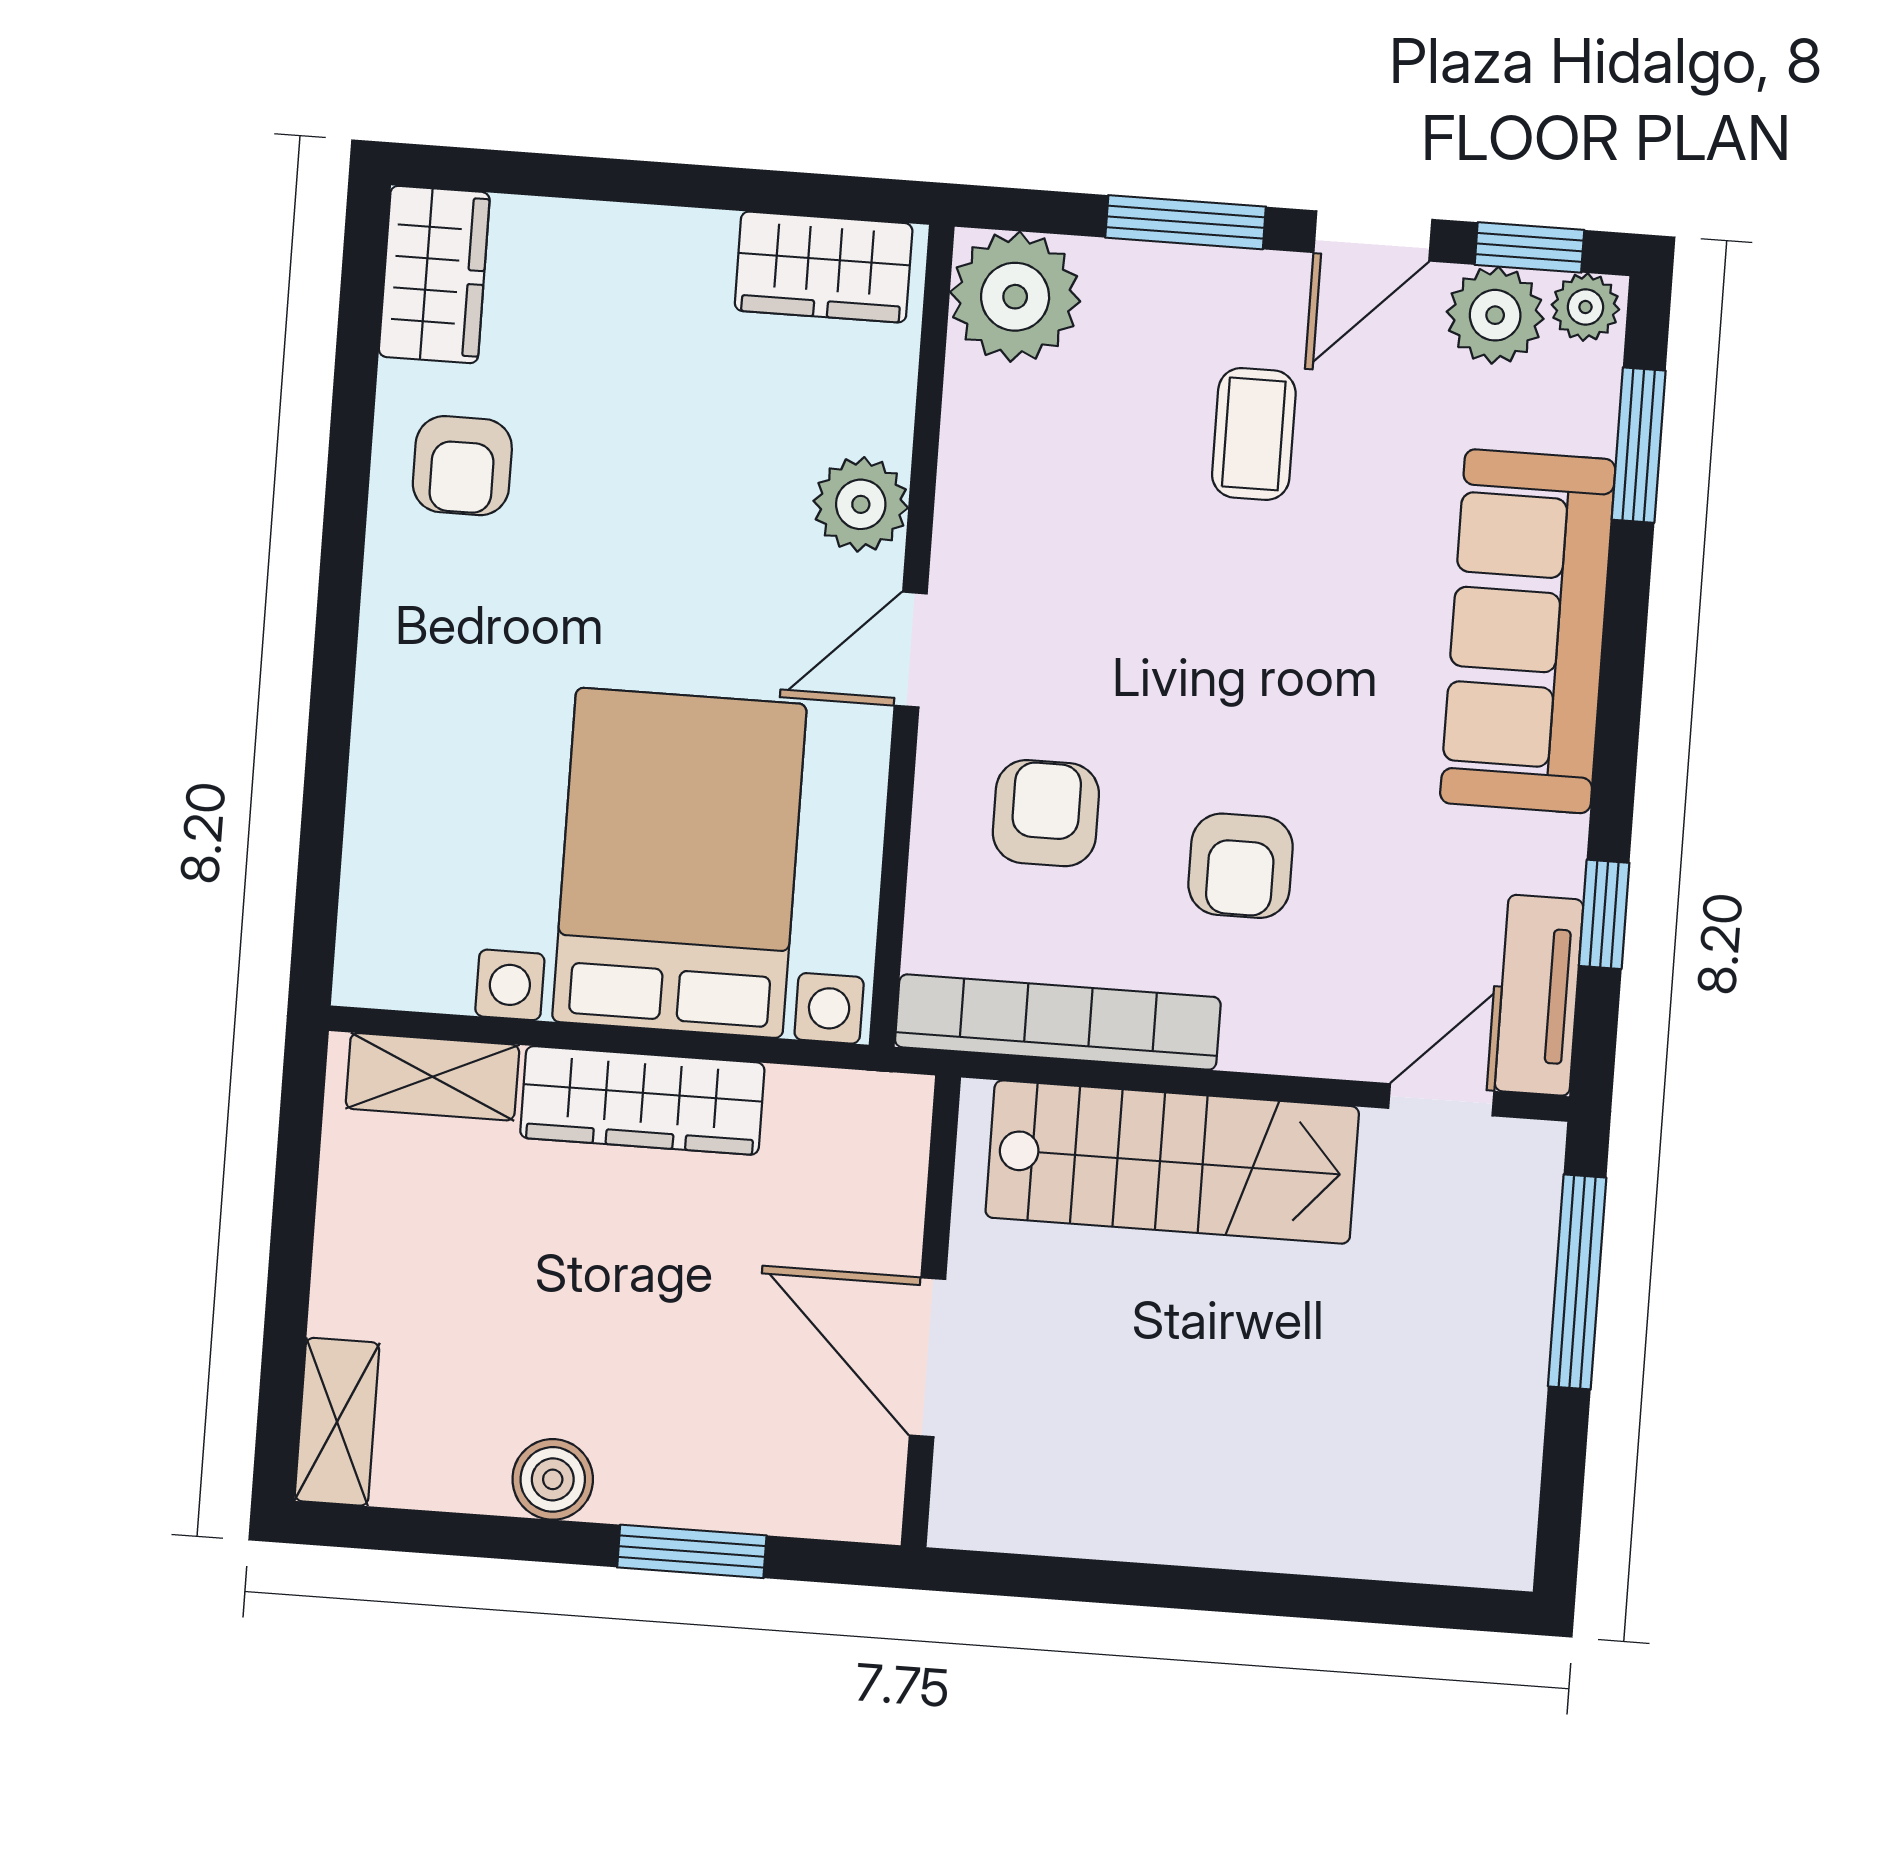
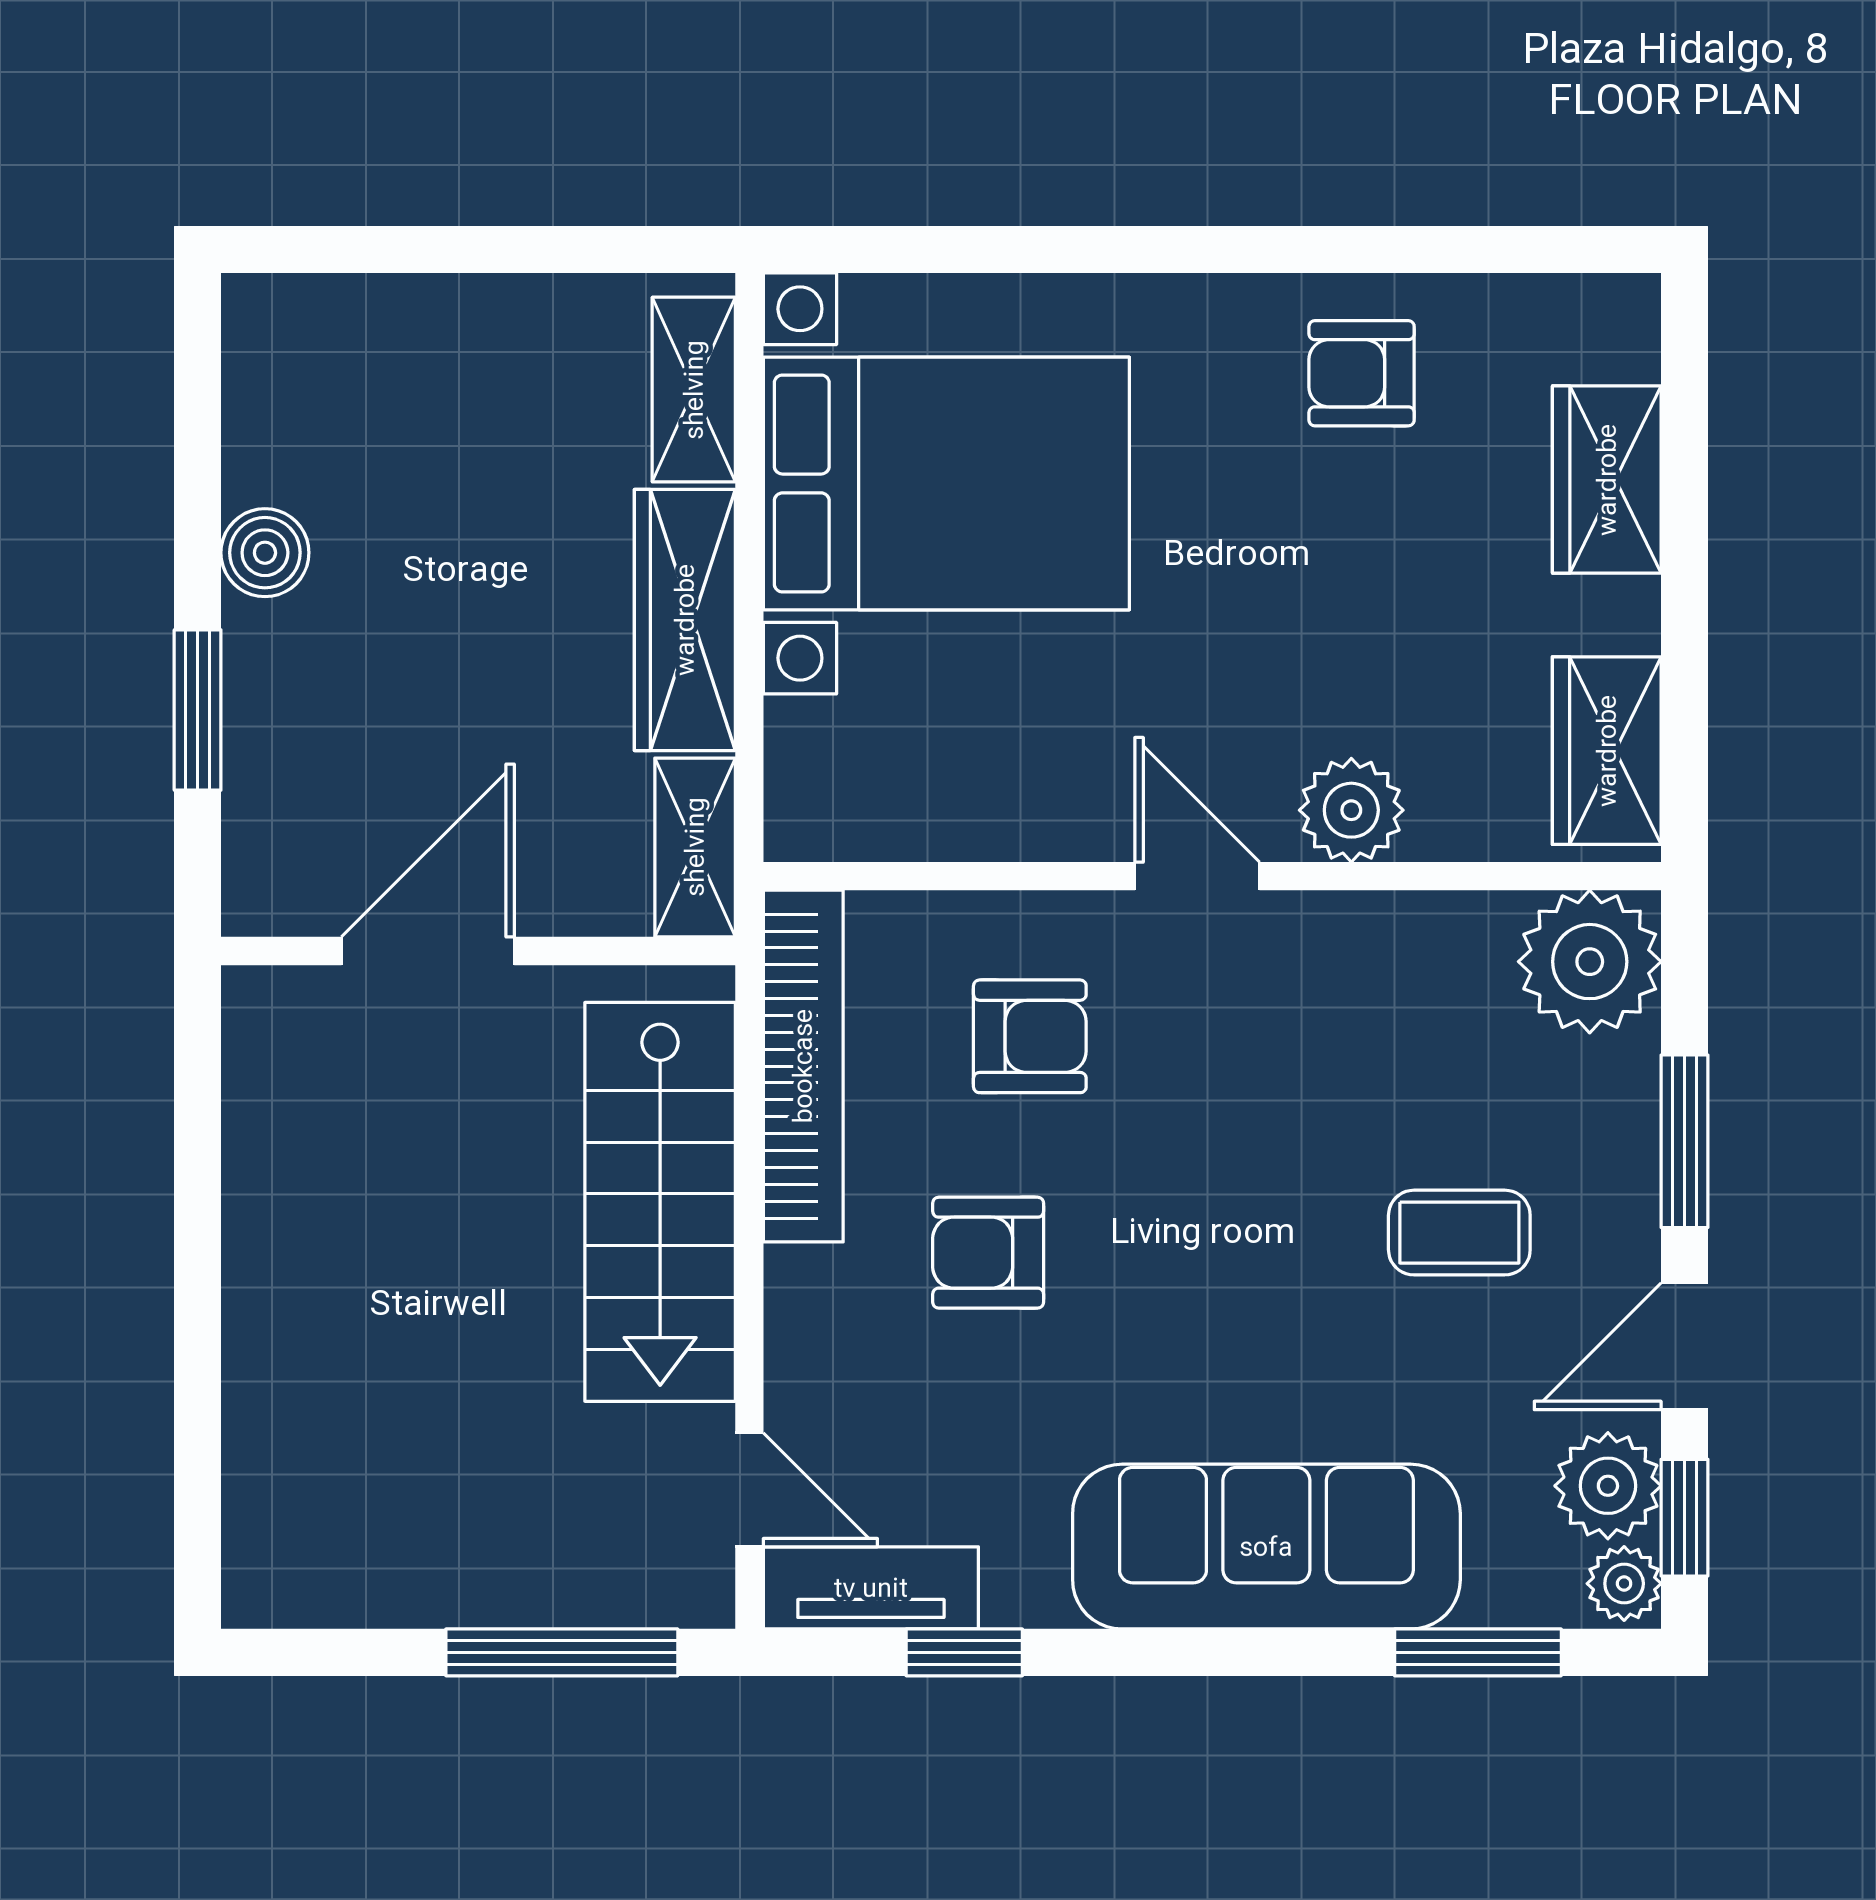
door: (1373, 236) -> (1685, 1346), hinge flipped
wardrobe: (434, 275) -> (1607, 480), moved, turned 90
bed with nightstands: (679, 863) -> (946, 483), moved
shelving: (337, 1422) -> (695, 847), moved, turned 90

